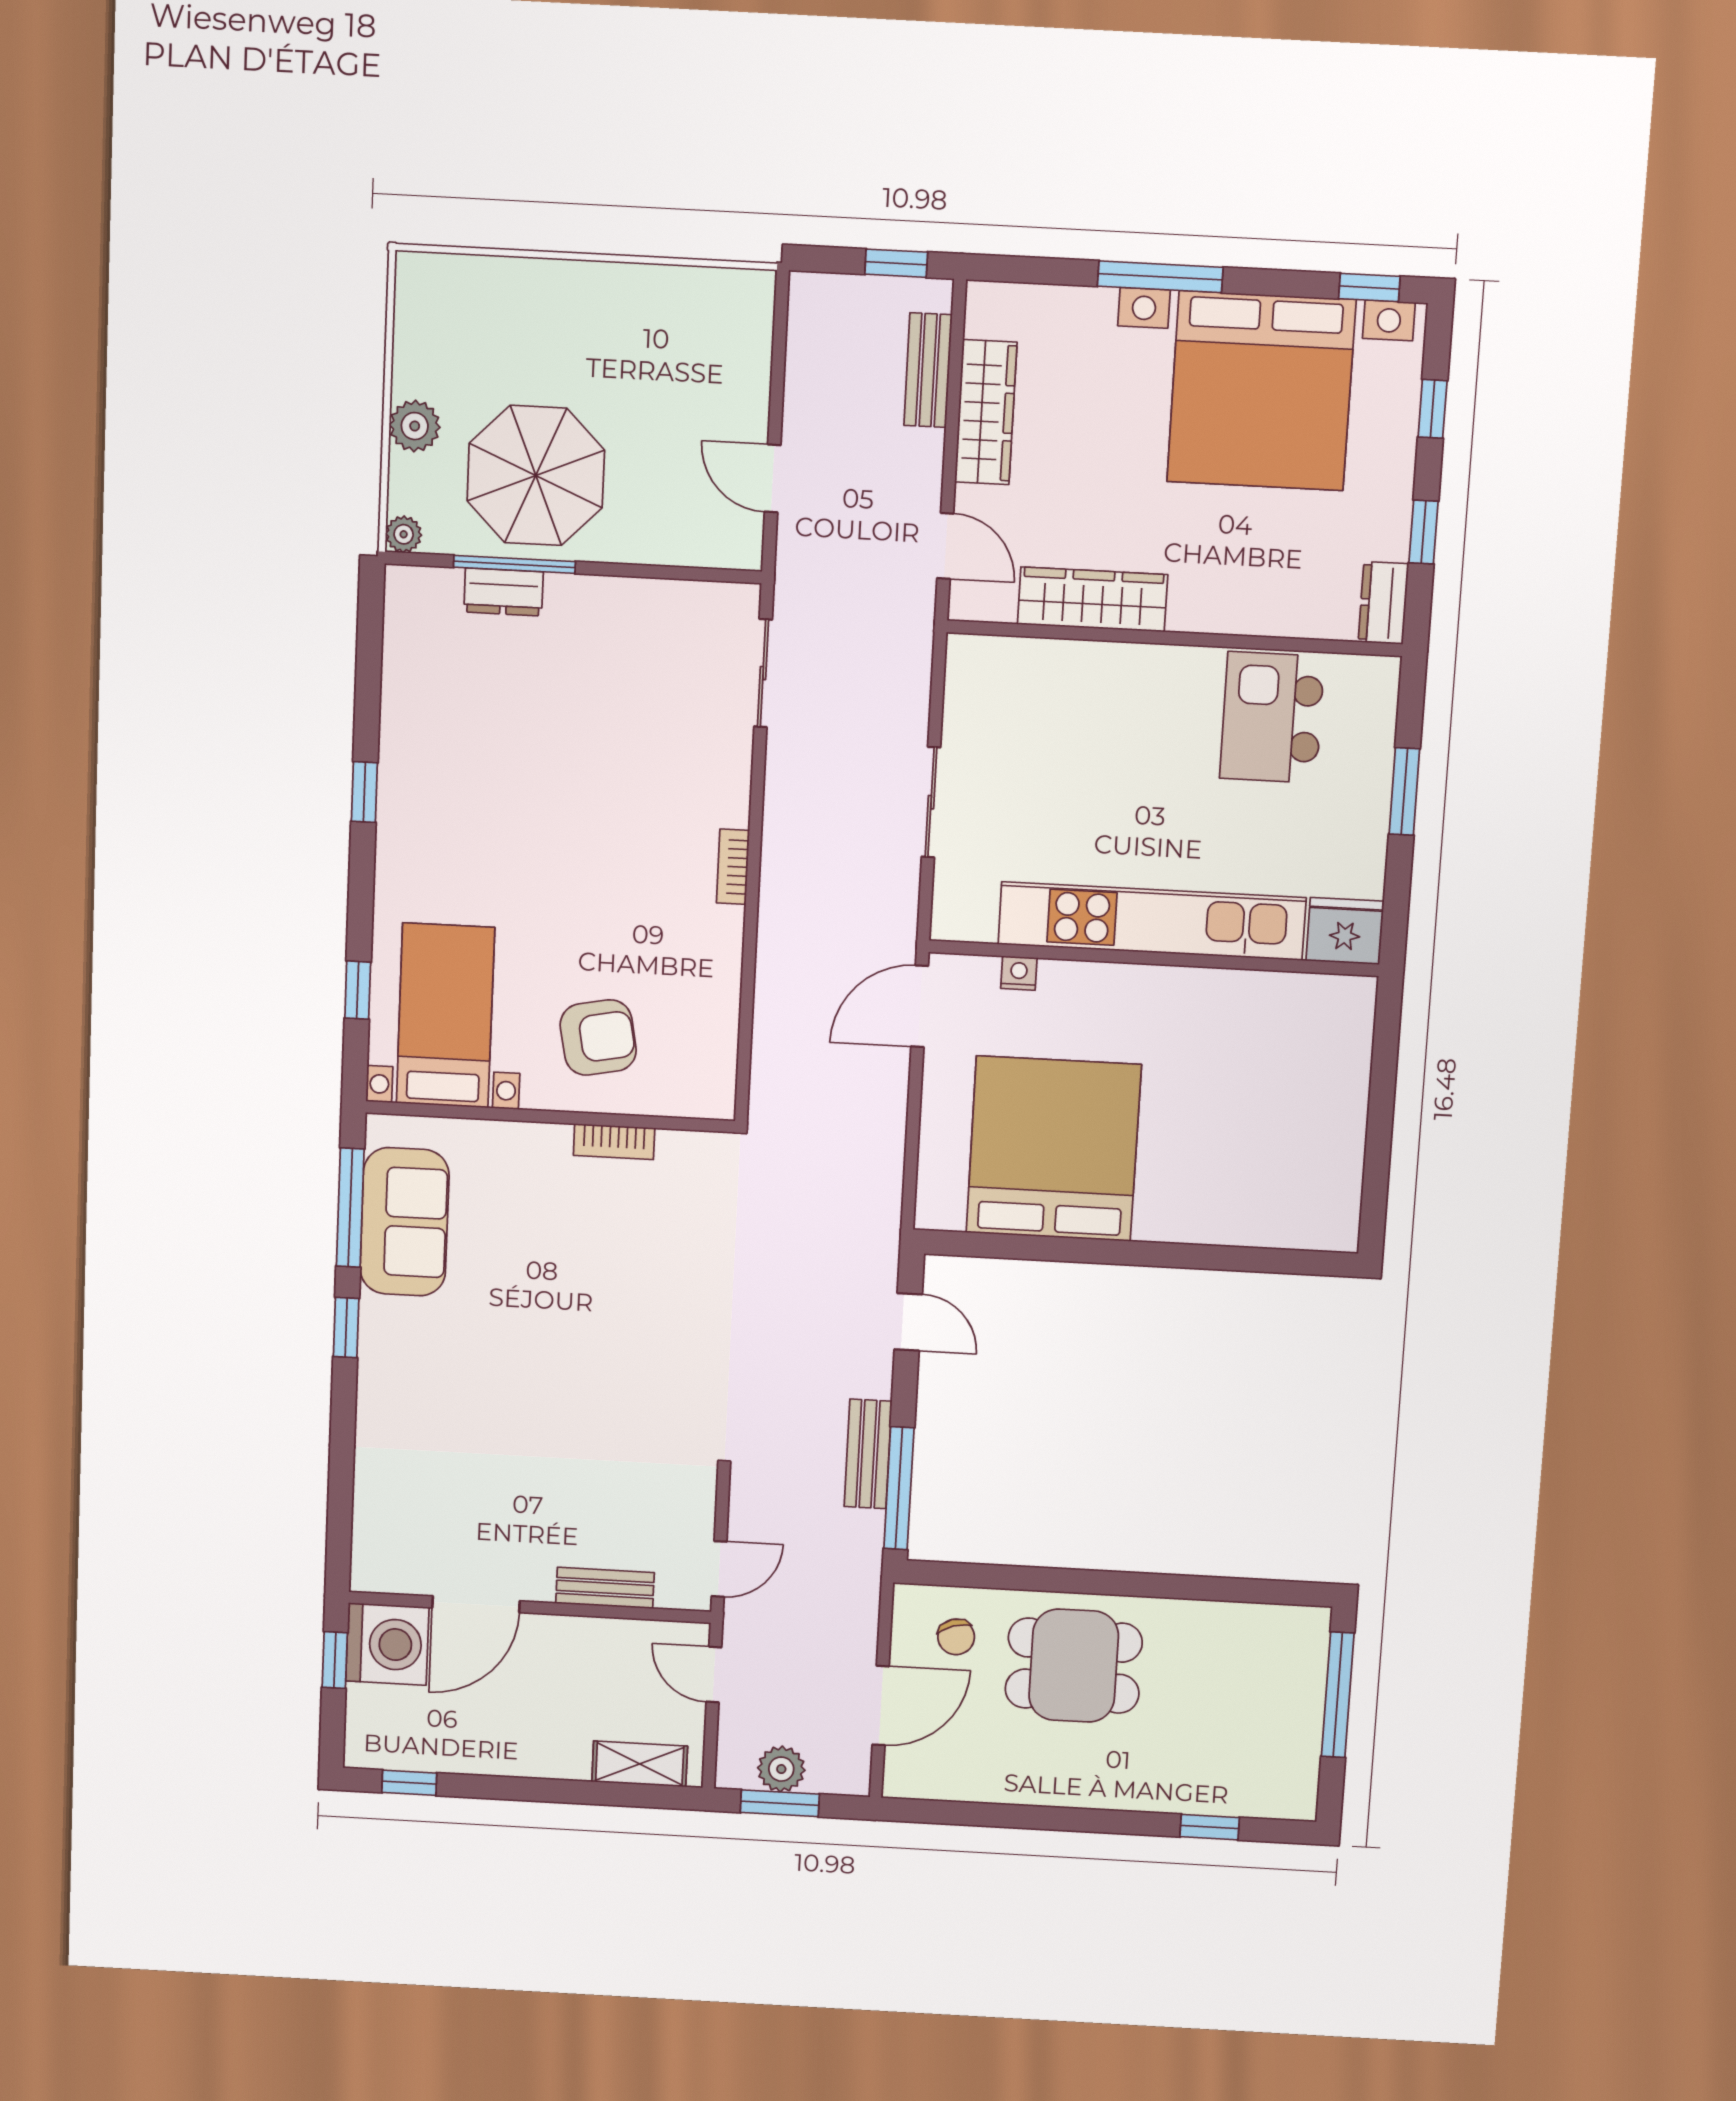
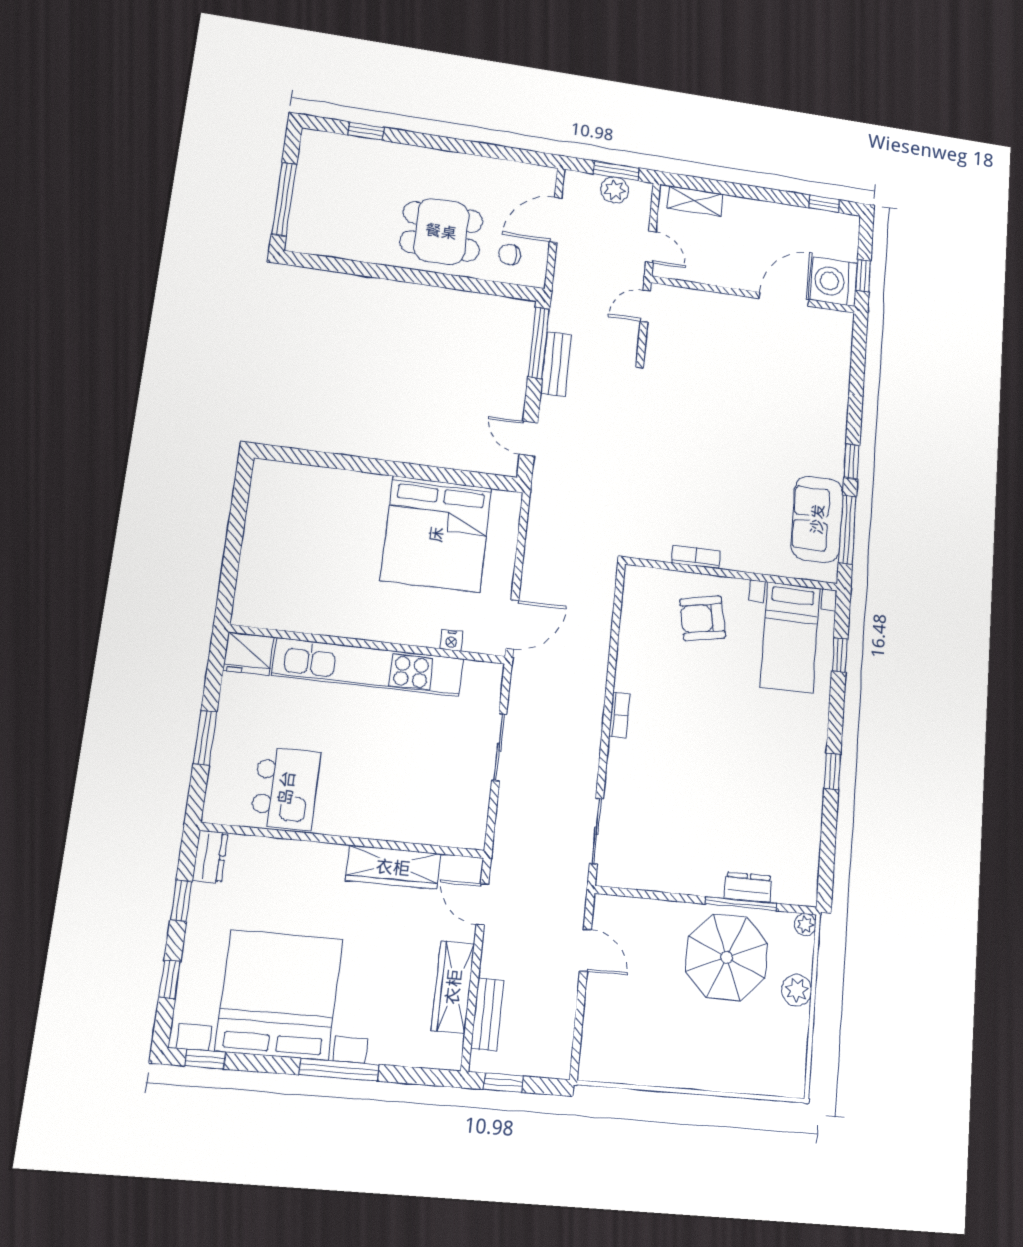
bench: (605, 1588) -> (711, 301), removed
chair: (956, 1637) -> (510, 255), turned -73

